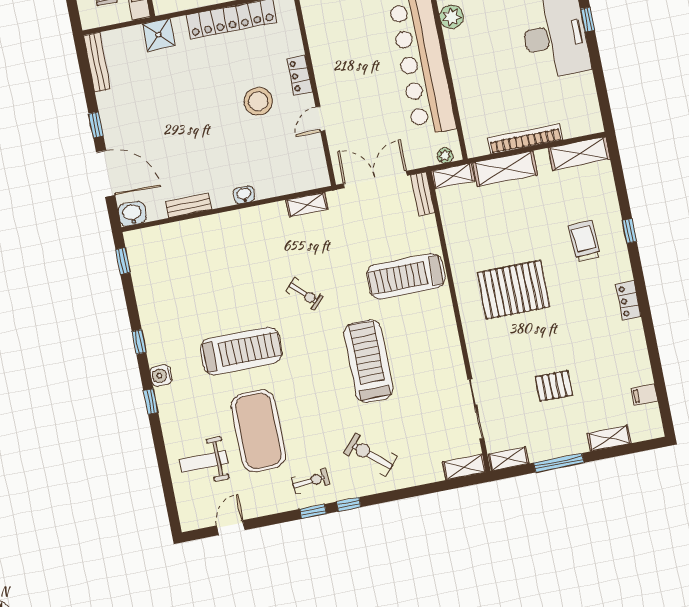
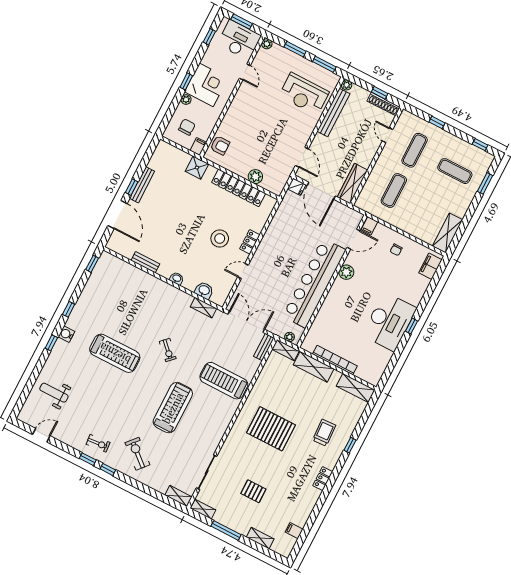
bench: (97, 63) -> (142, 185), moved
washbasin: (132, 214) -> (204, 290), moved
exercise mat: (258, 431) -> (92, 399), removed

